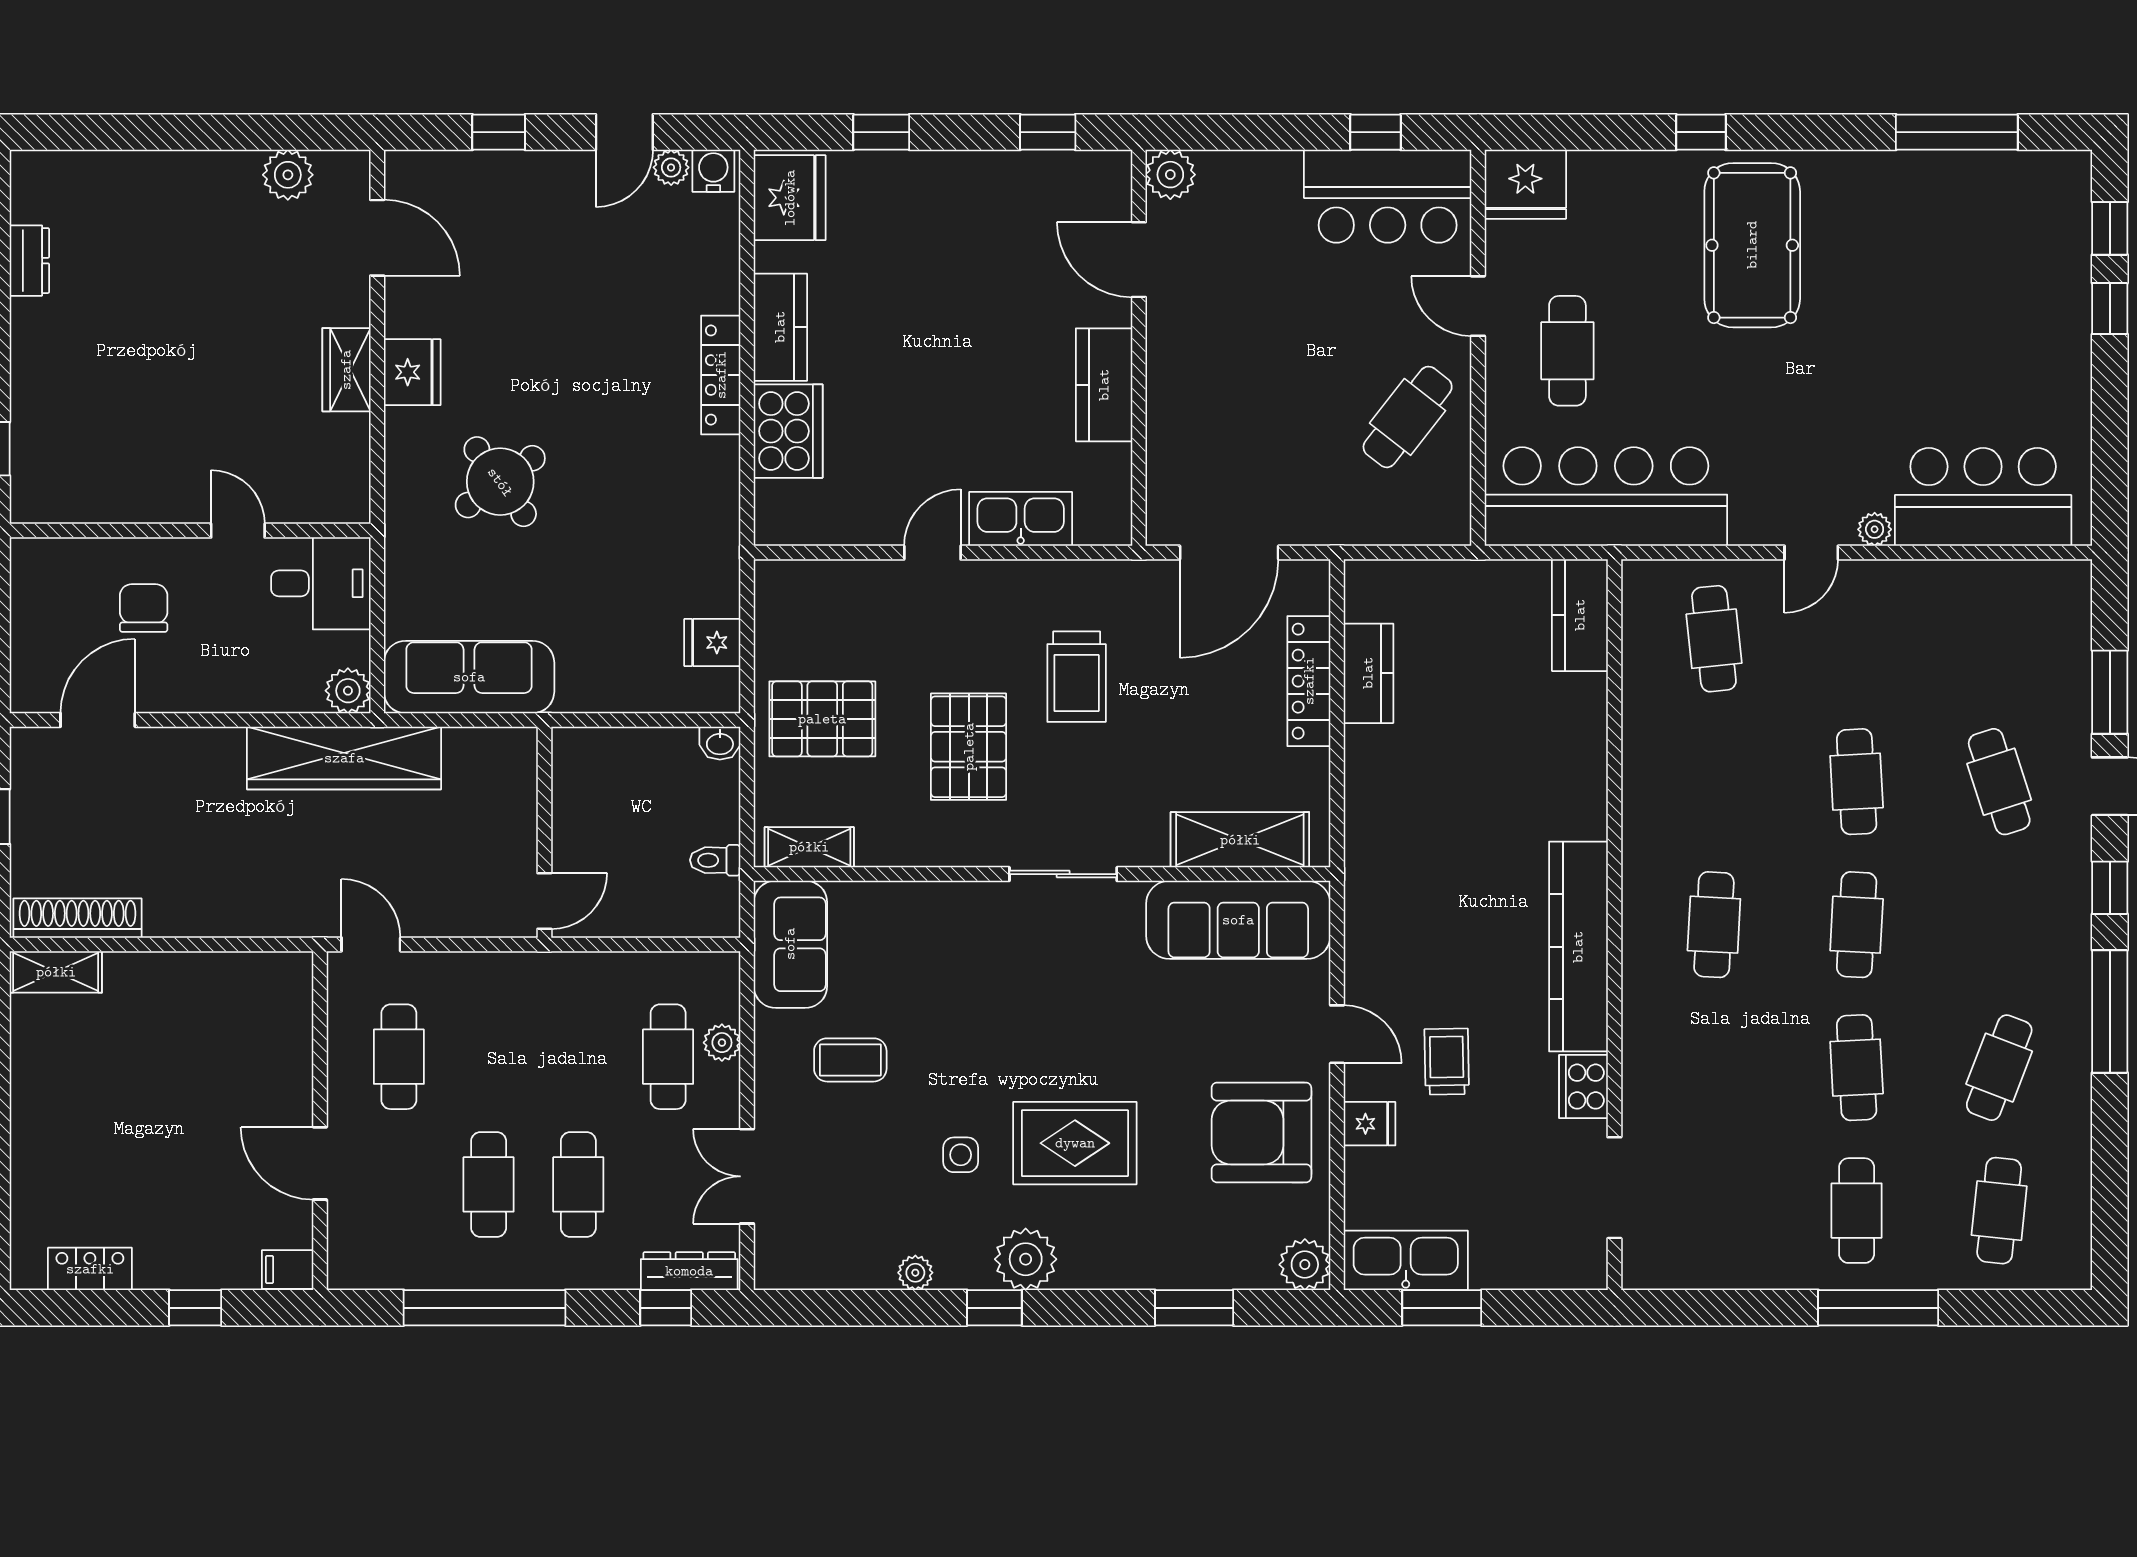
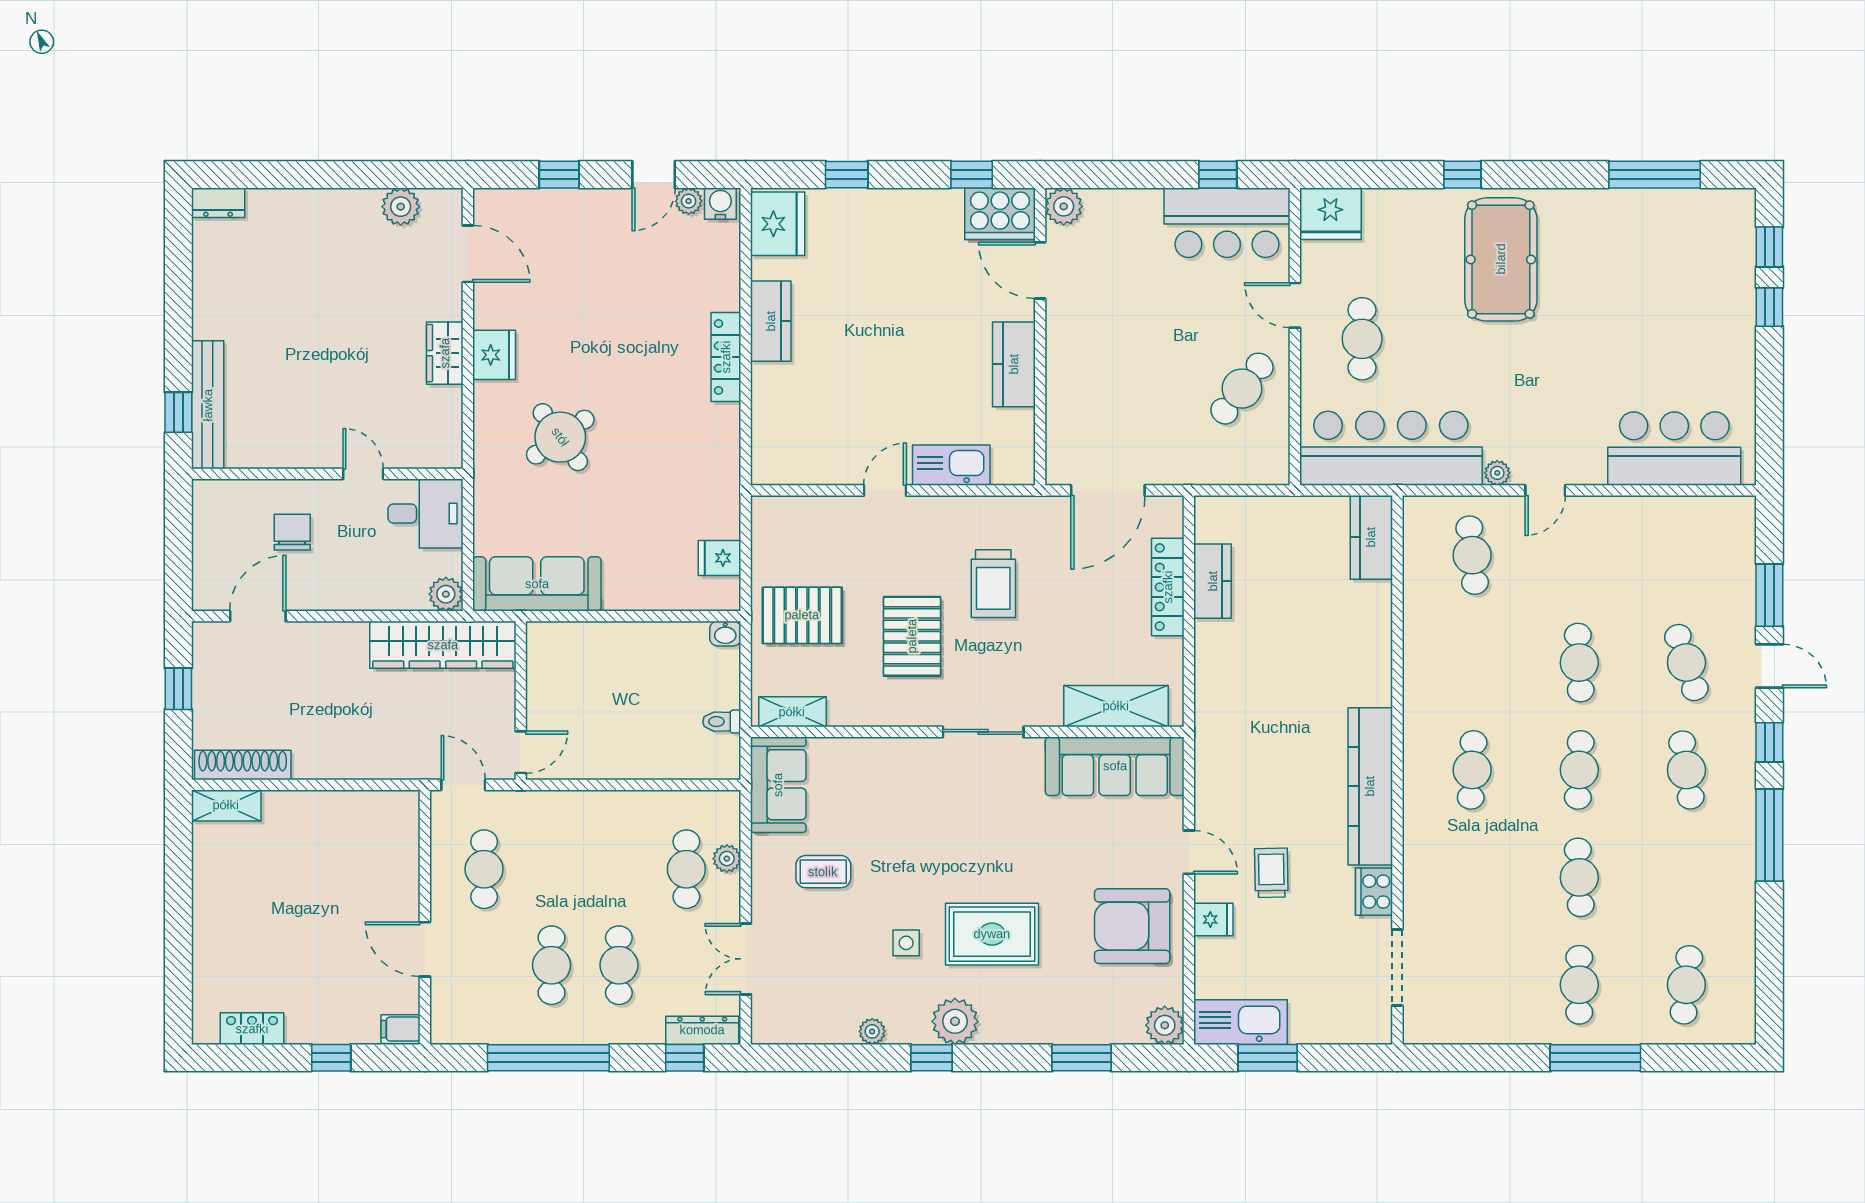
dresser: (29, 261) -> (218, 203), moved, turned 90
cooker: (788, 431) -> (1000, 214), moved, turned 90
bench: (31, 439) -> (208, 405), added
plant: (1875, 529) -> (1497, 473), moved
wall: (544, 832) -> (521, 700), moved
door: (544, 901) -> (521, 752), moved
cafe table: (1999, 1068) -> (1686, 770), moved, turned -30

